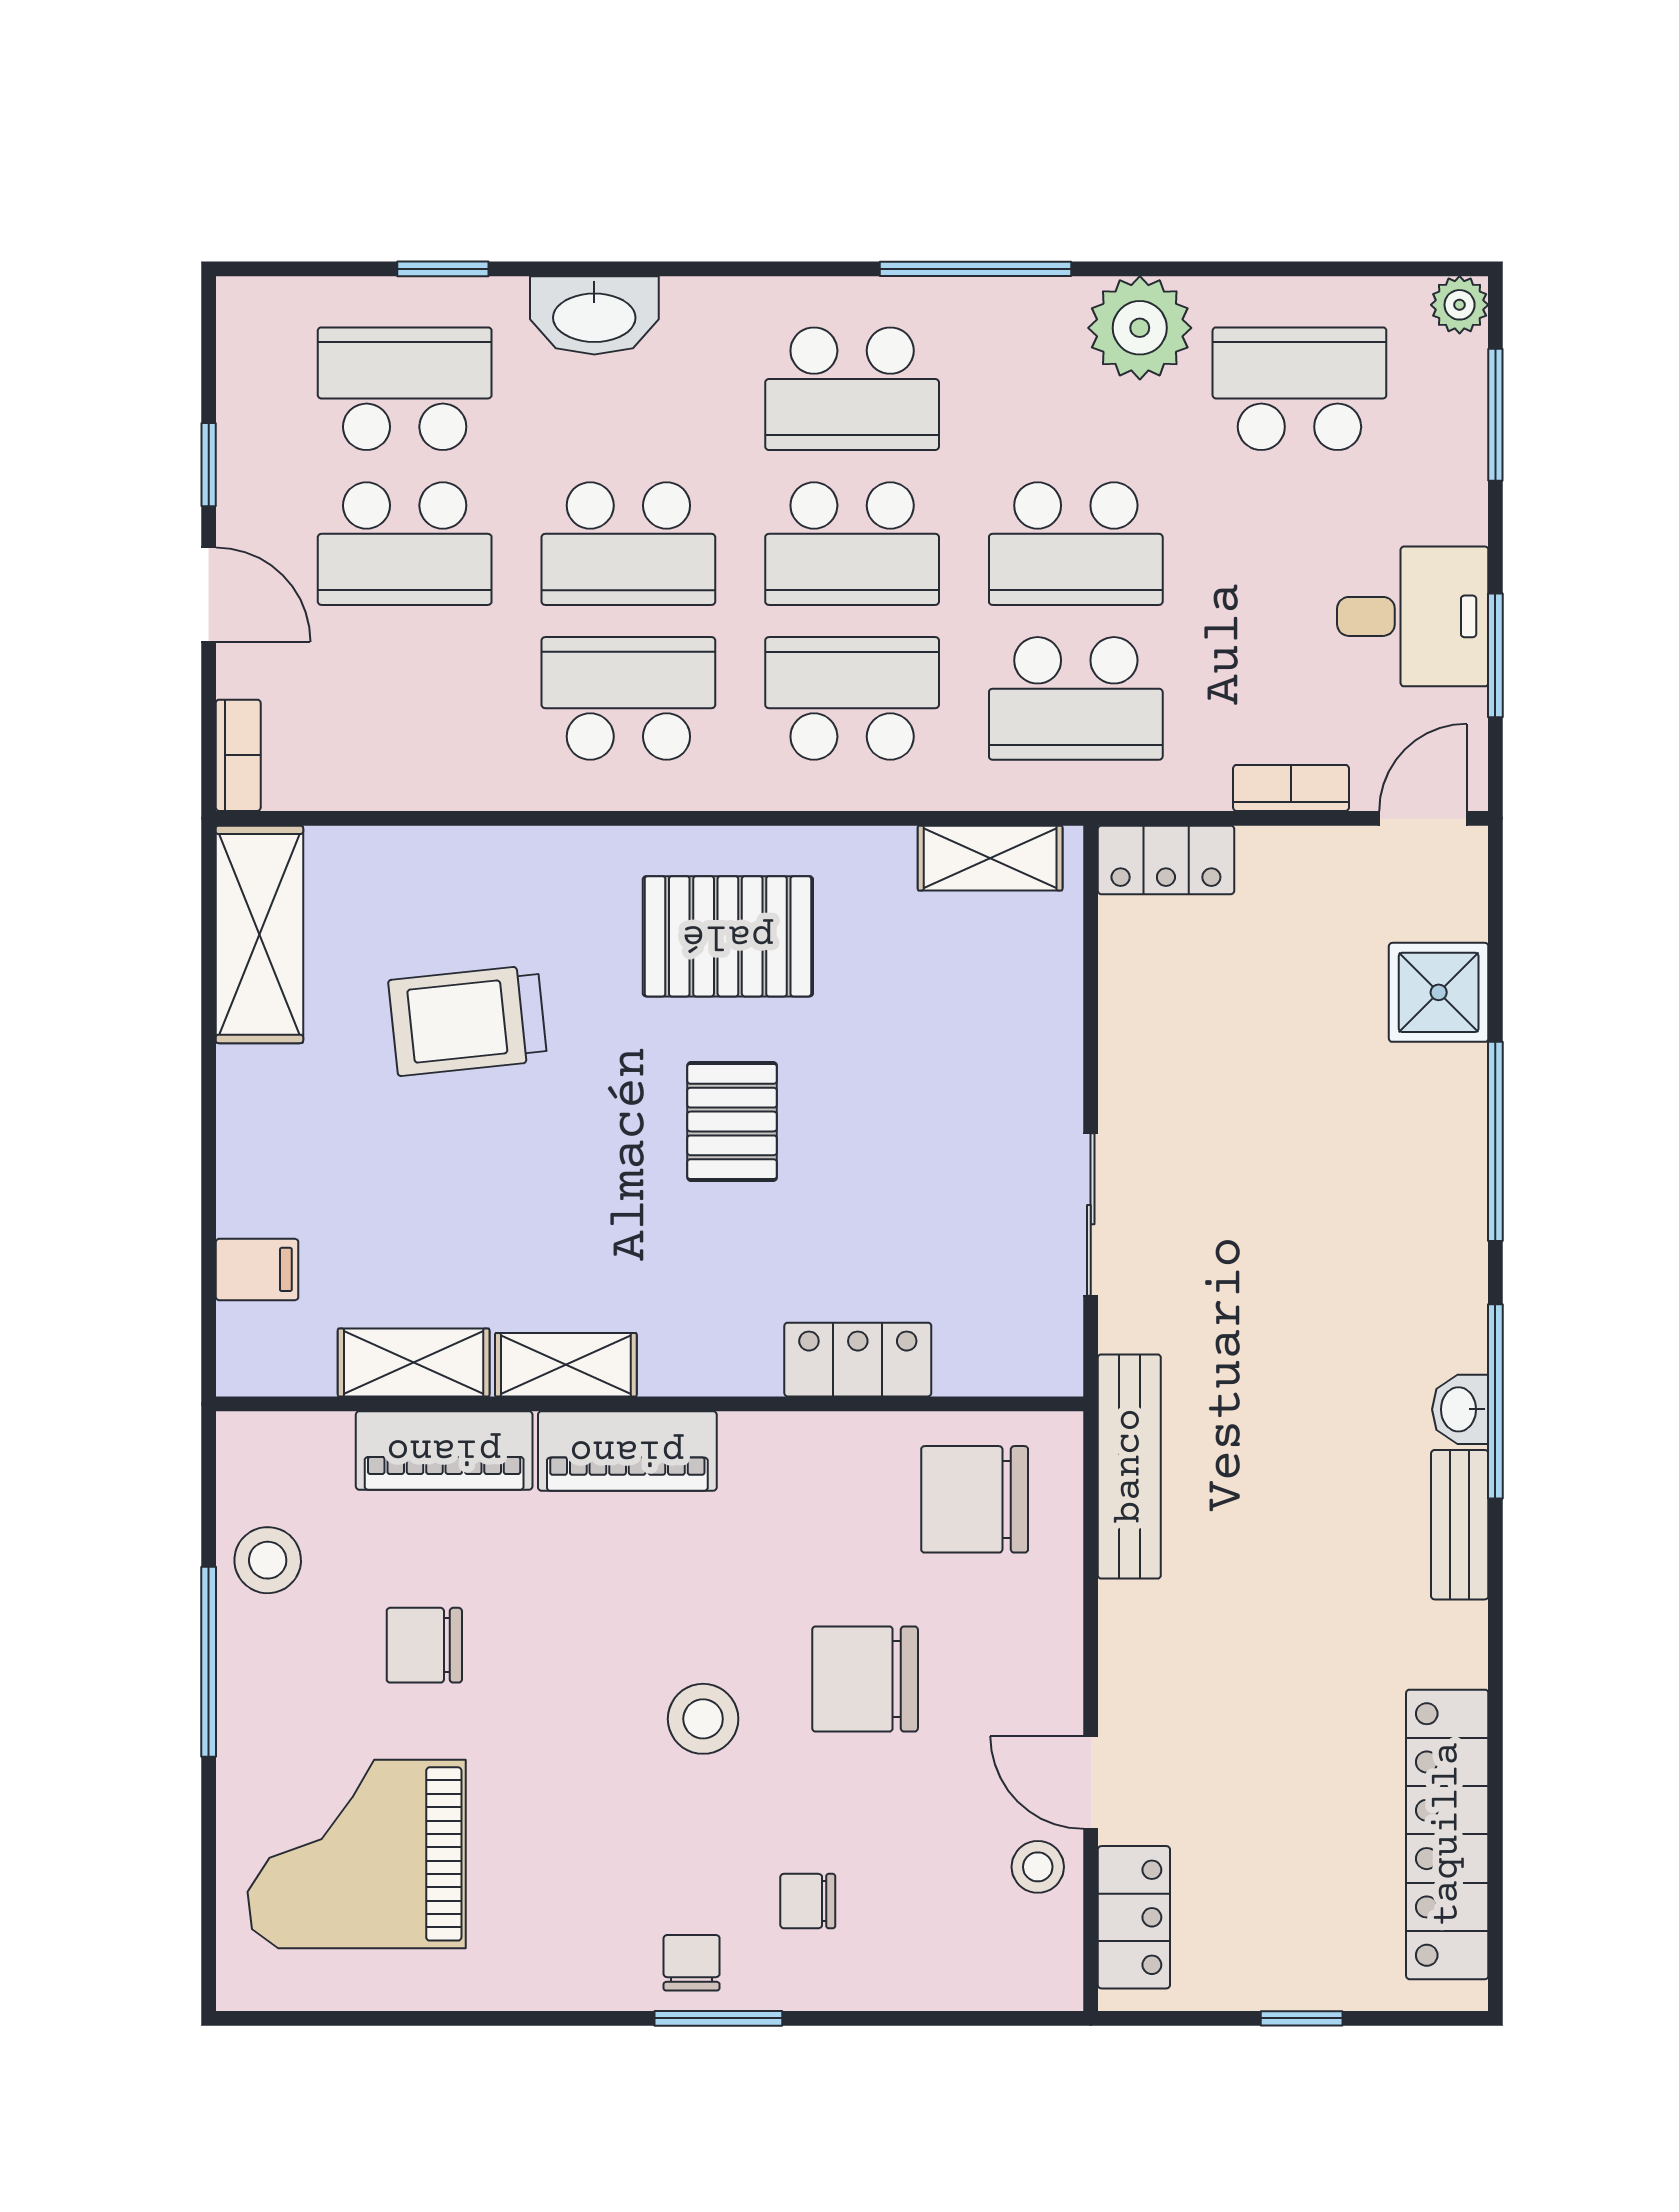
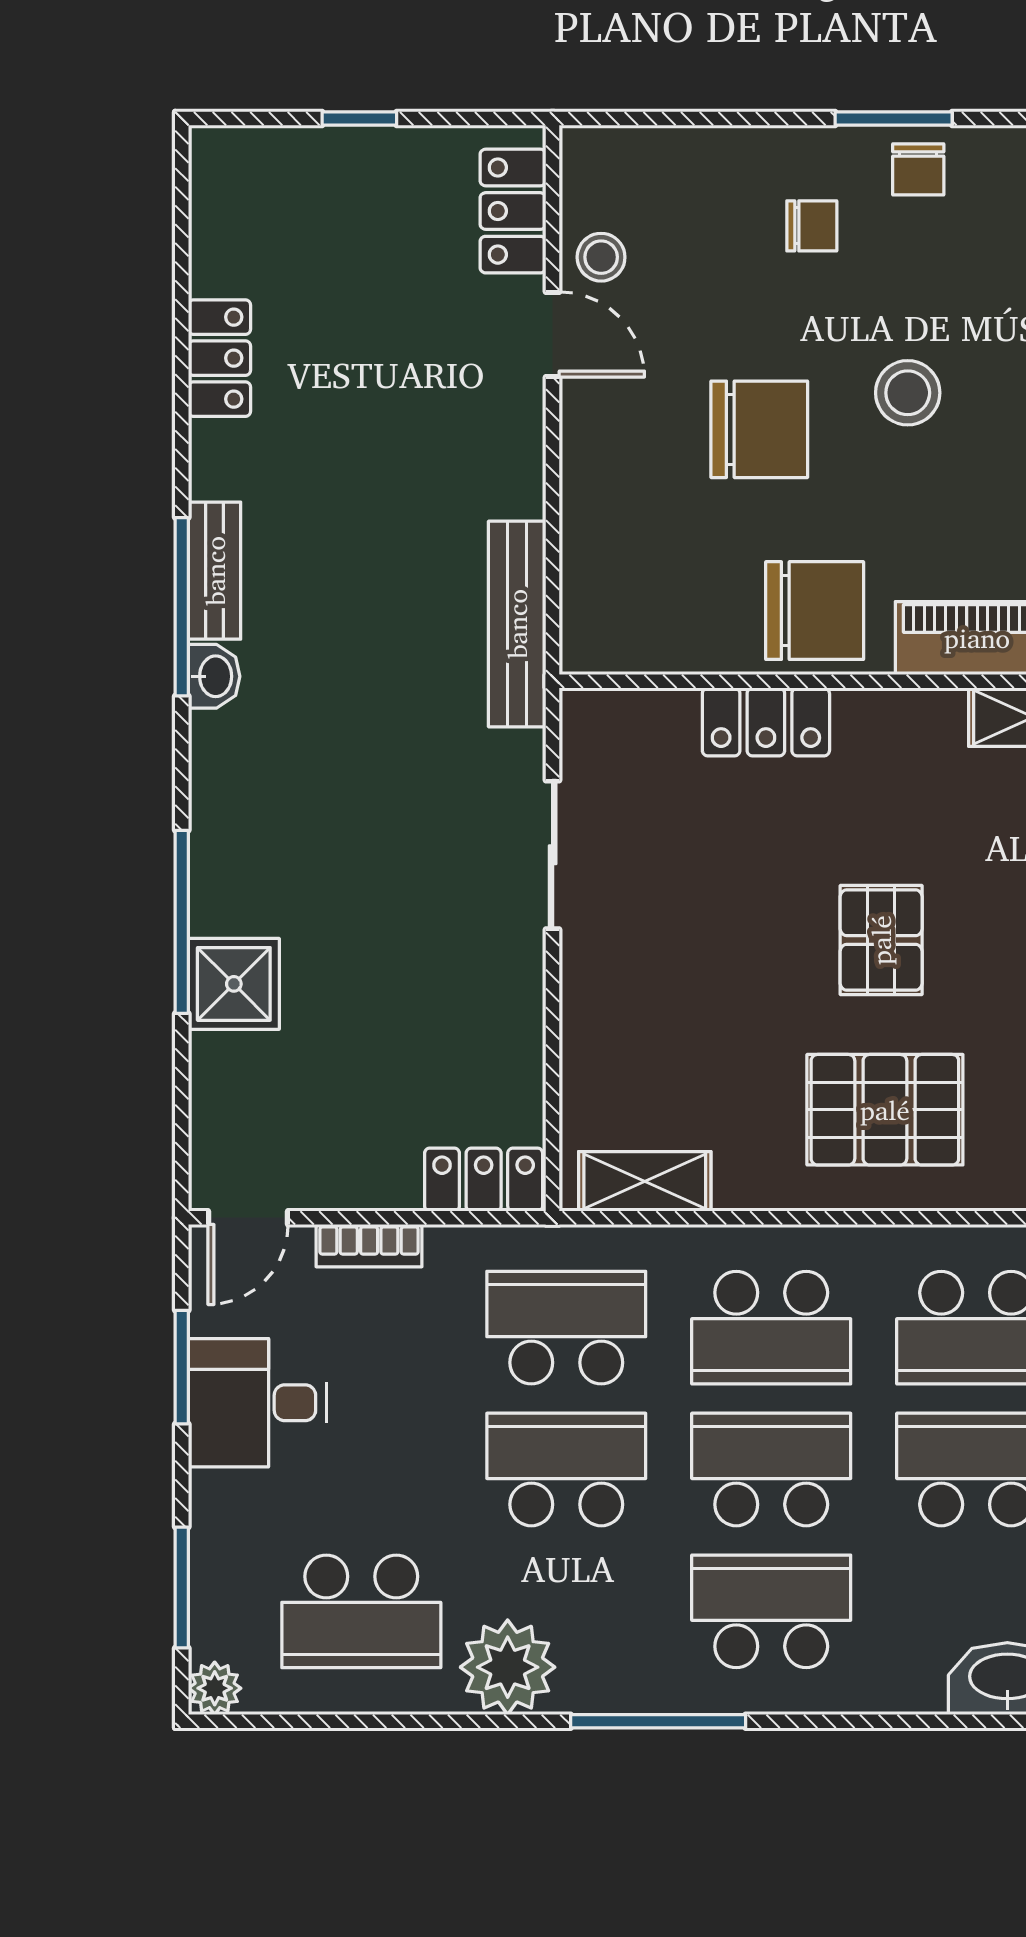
shower: (1439, 992) -> (234, 984), moved
window: (1495, 1401) -> (182, 607), moved
chair: (975, 1499) -> (815, 611), moved
locker: (1447, 1834) -> (219, 358), width x0.46, depth x0.83

